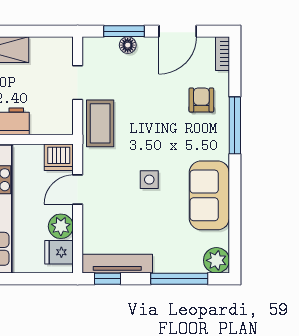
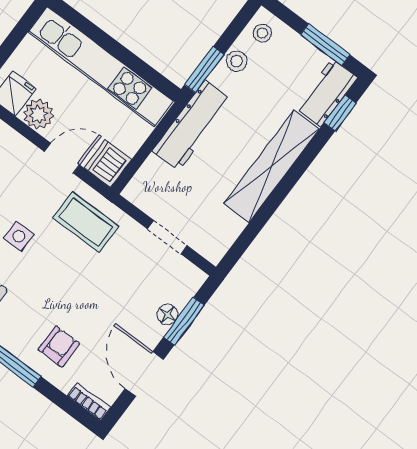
armchair: (201, 100) -> (59, 346), turned -90
coffee table: (100, 123) -> (86, 222), moved
door: (78, 190) -> (62, 158), hinge flipped

